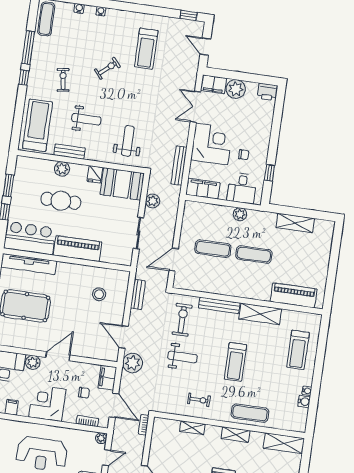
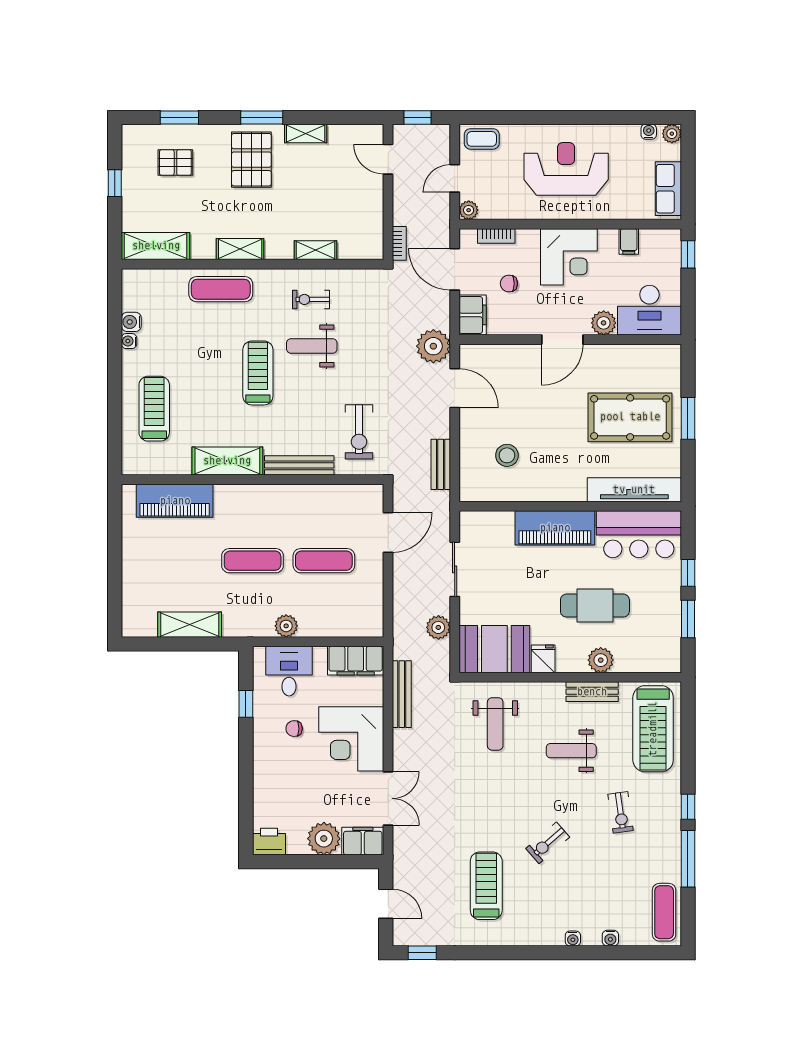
weight bench: (183, 357) -> (312, 346), moved

